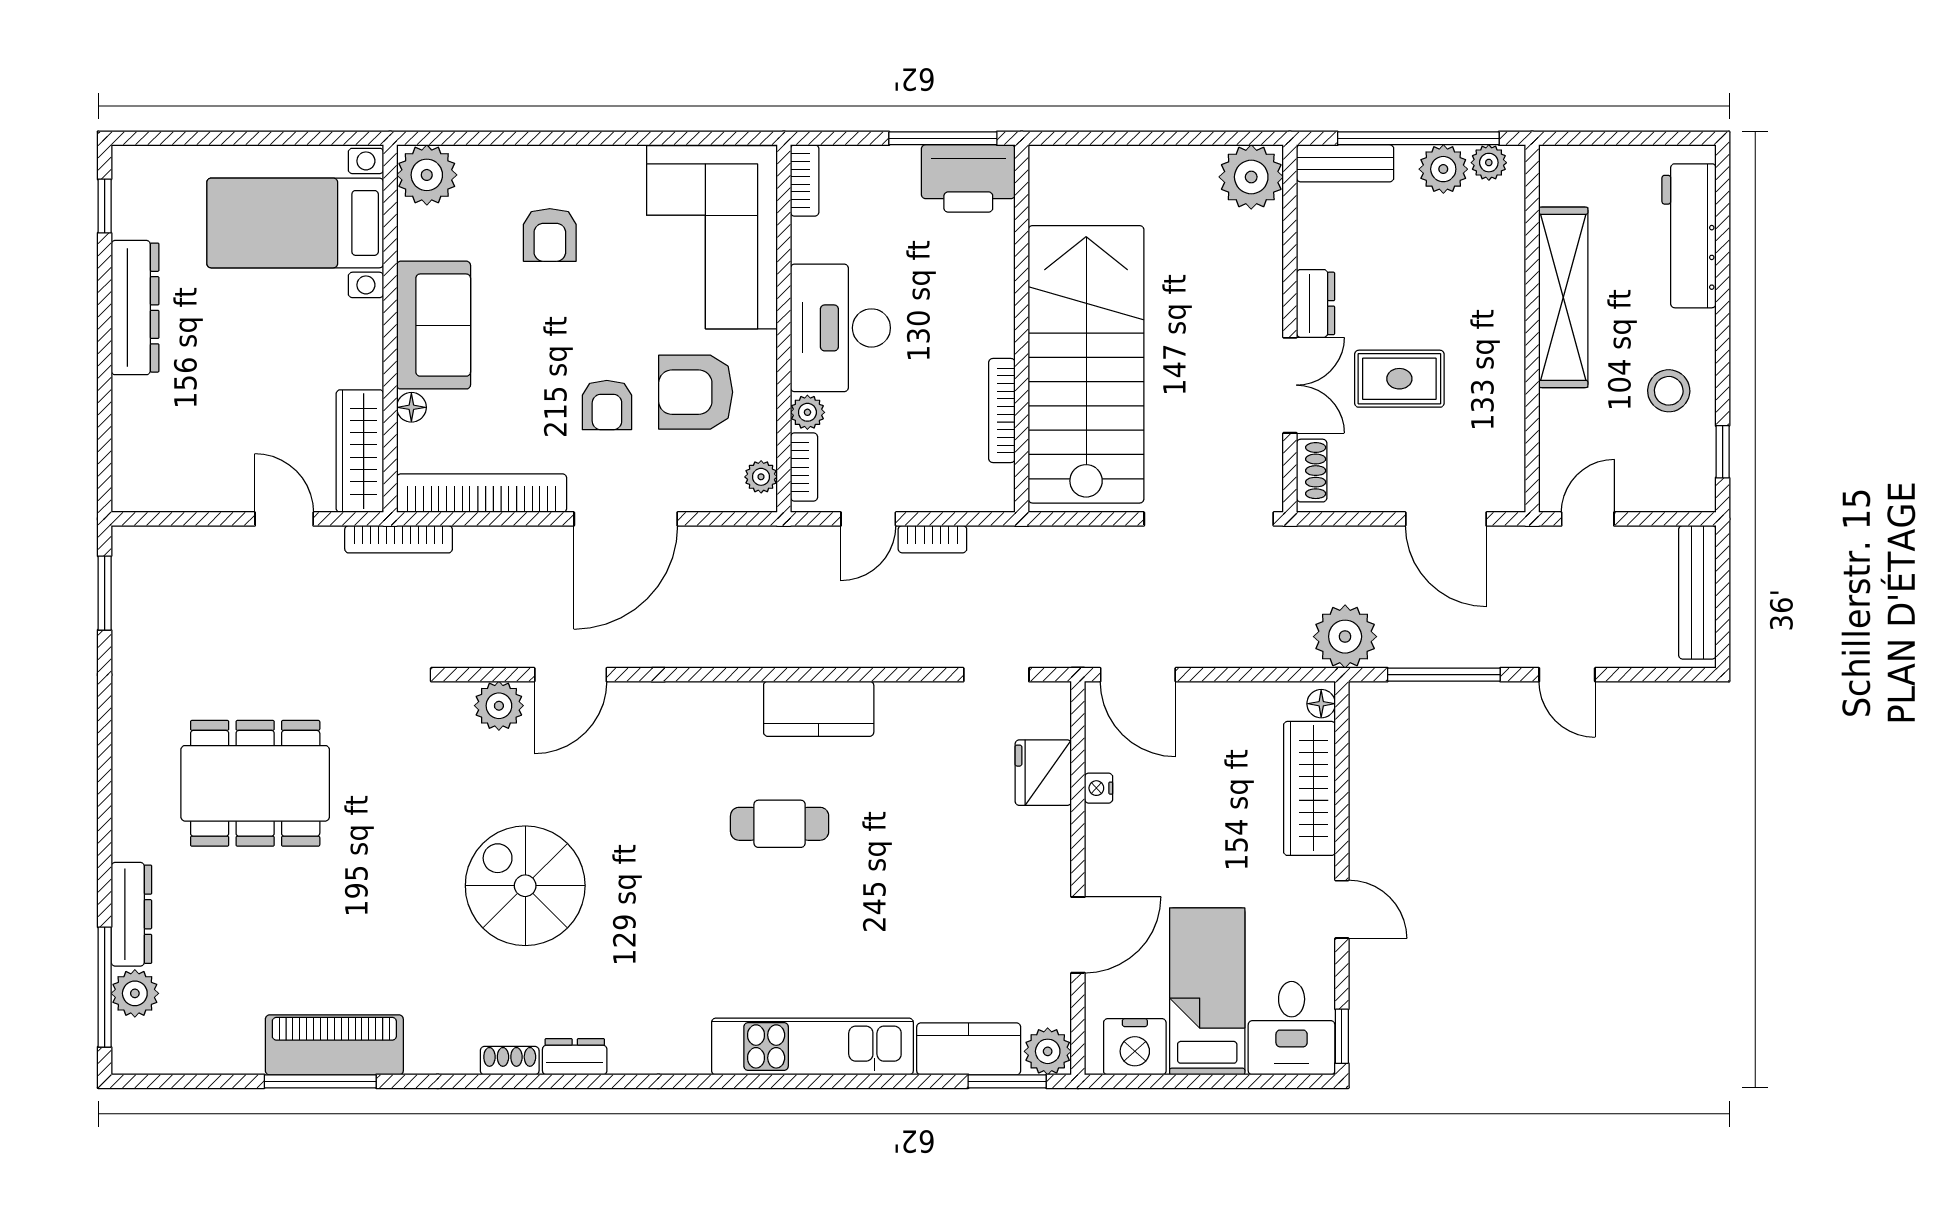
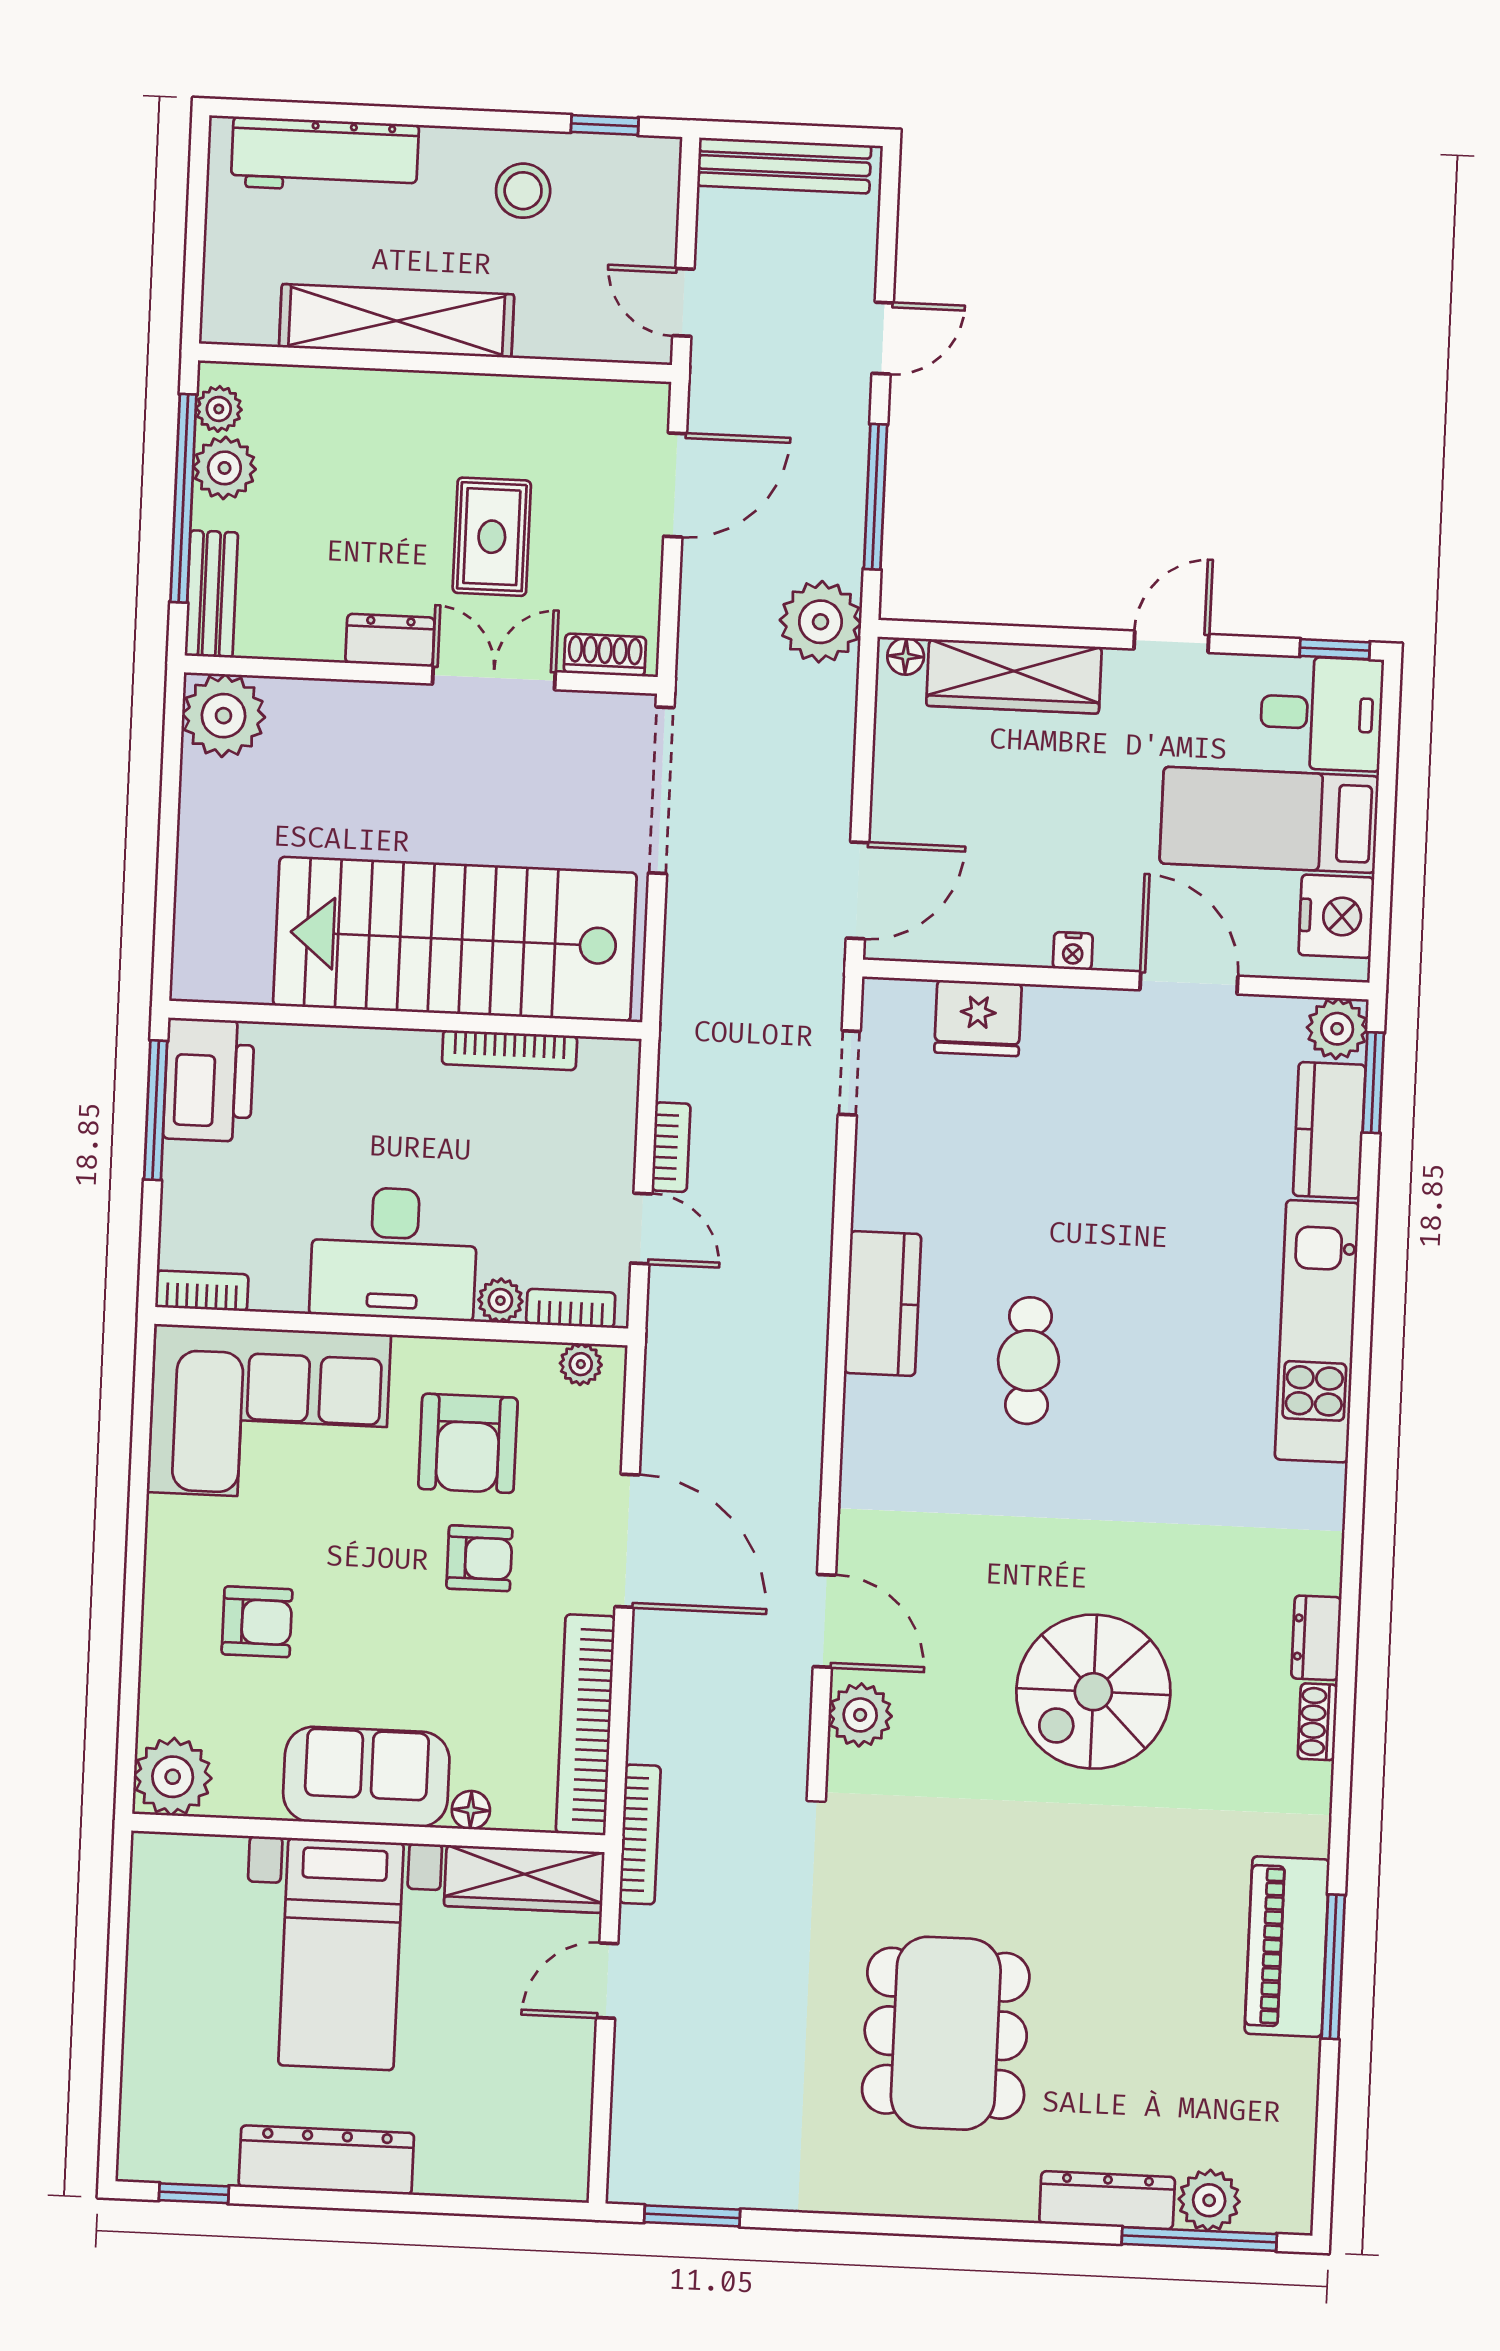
bed with nightstands: (295, 223) -> (341, 1954), moved
nightstand: (1099, 788) -> (1073, 951), moved

